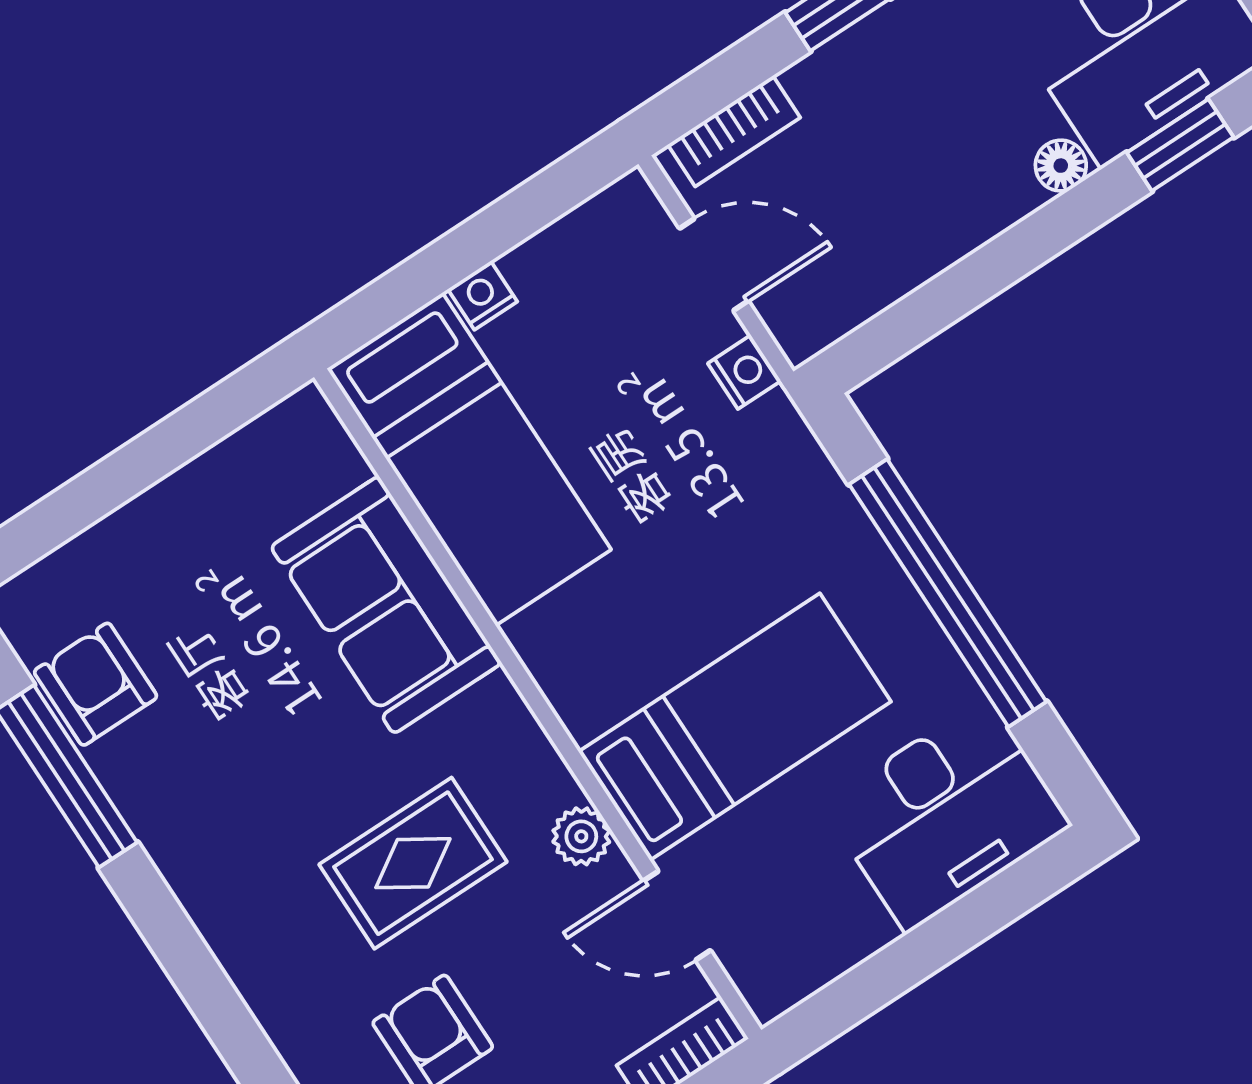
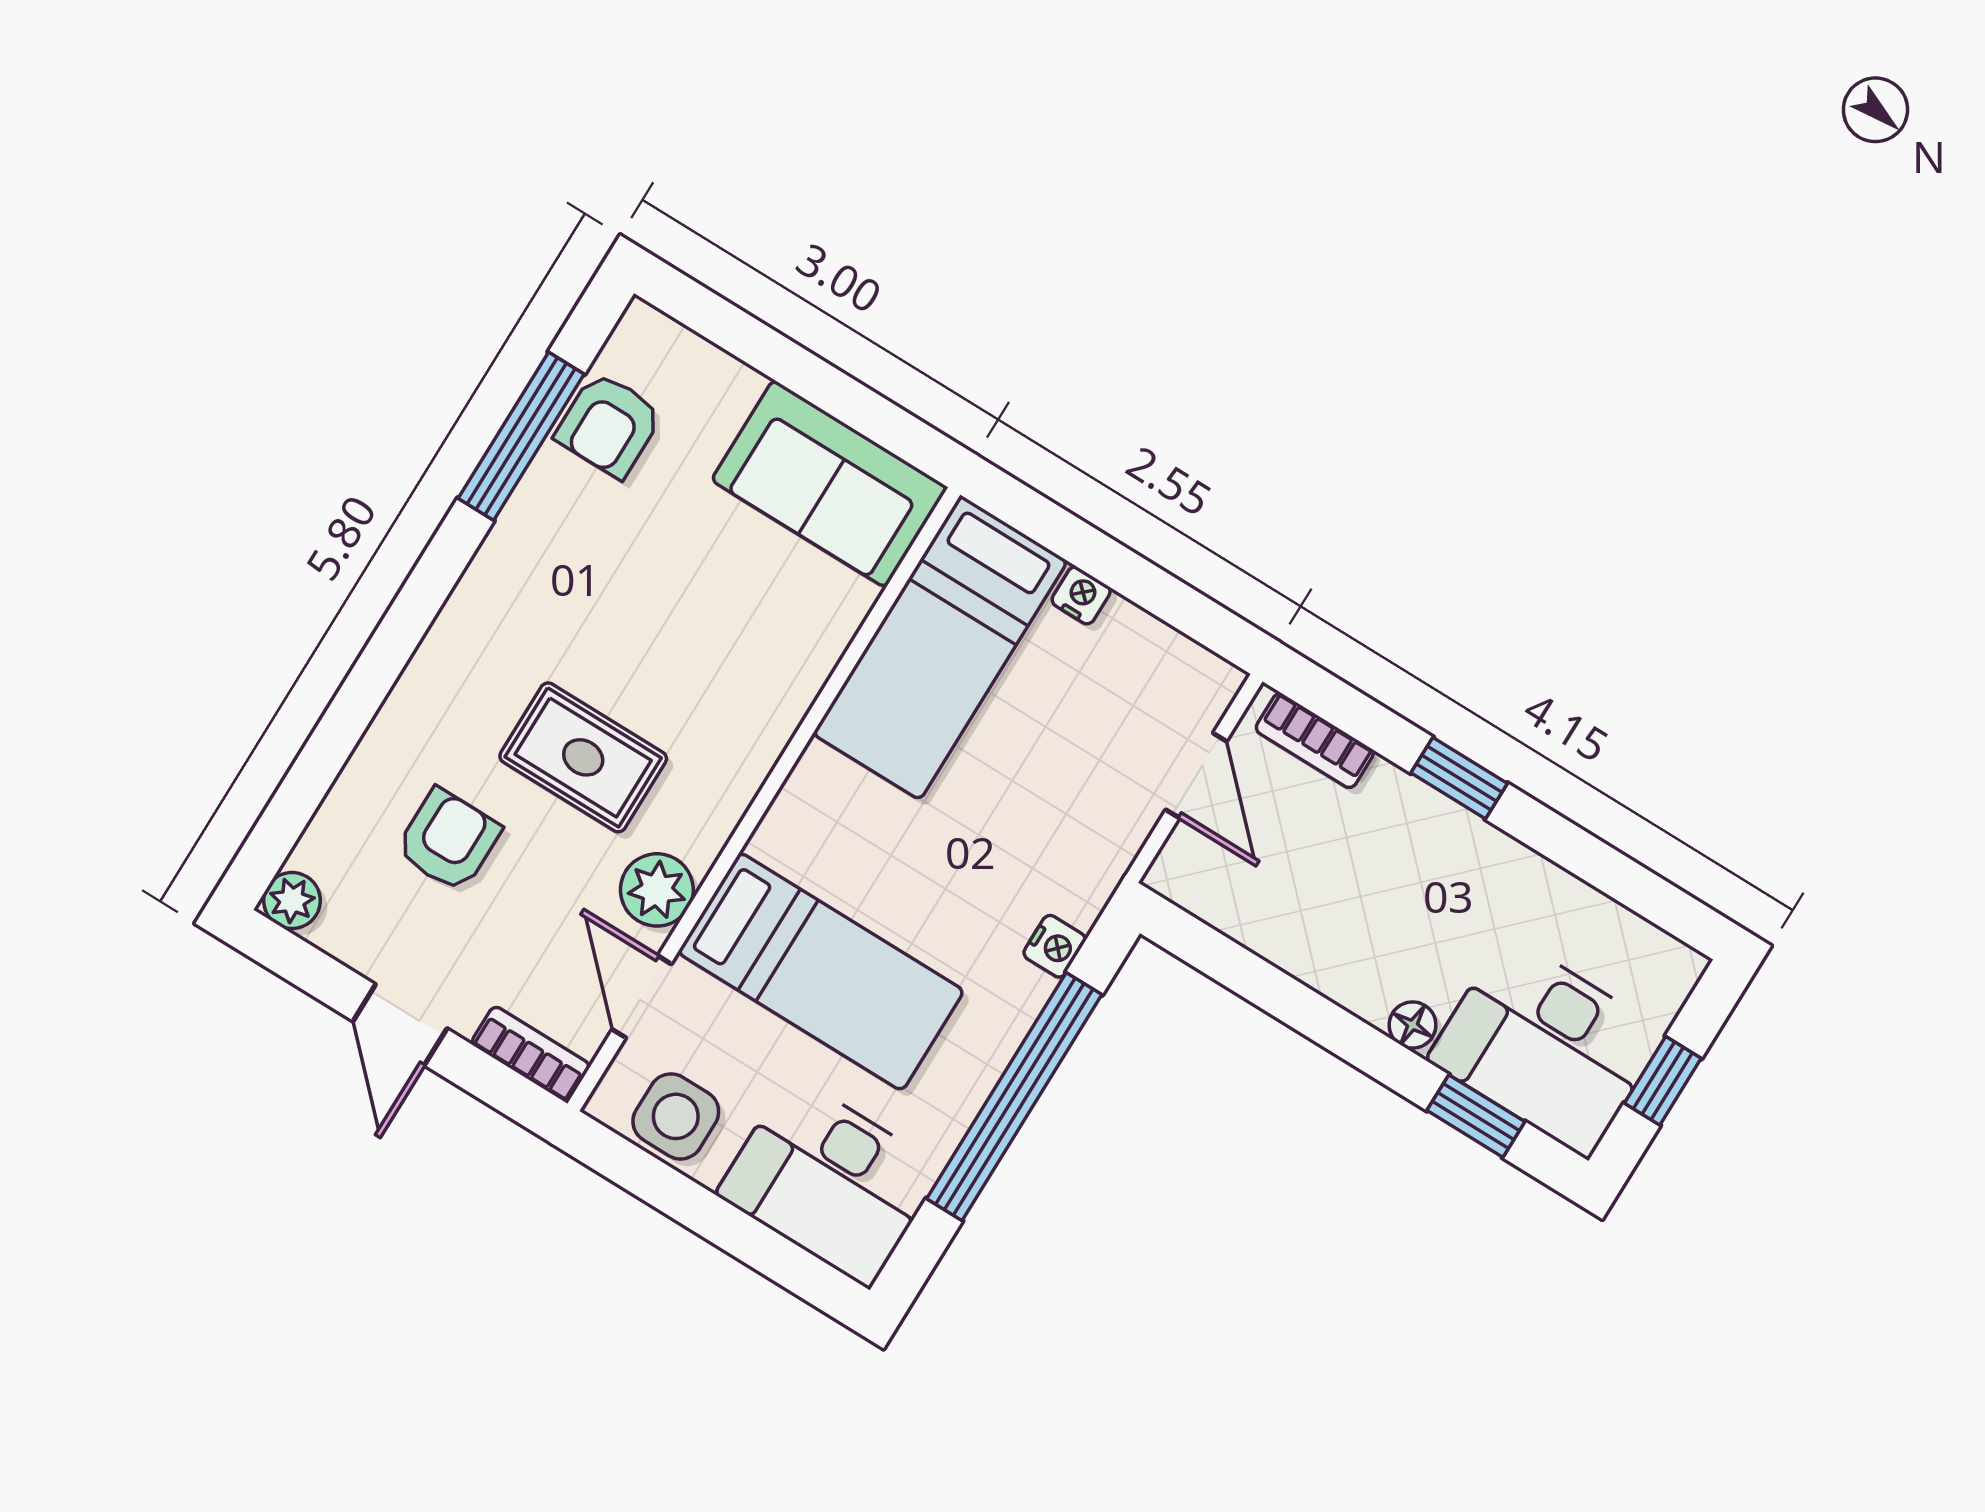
nightstand: (744, 372) -> (1055, 946), moved
sofa: (386, 605) -> (829, 484), moved, turned -90
armchair: (96, 684) -> (609, 425), turned 180
plant: (581, 836) -> (657, 890), width x1.38, depth x1.38
side table: (811, 937) -> (676, 1116), added

